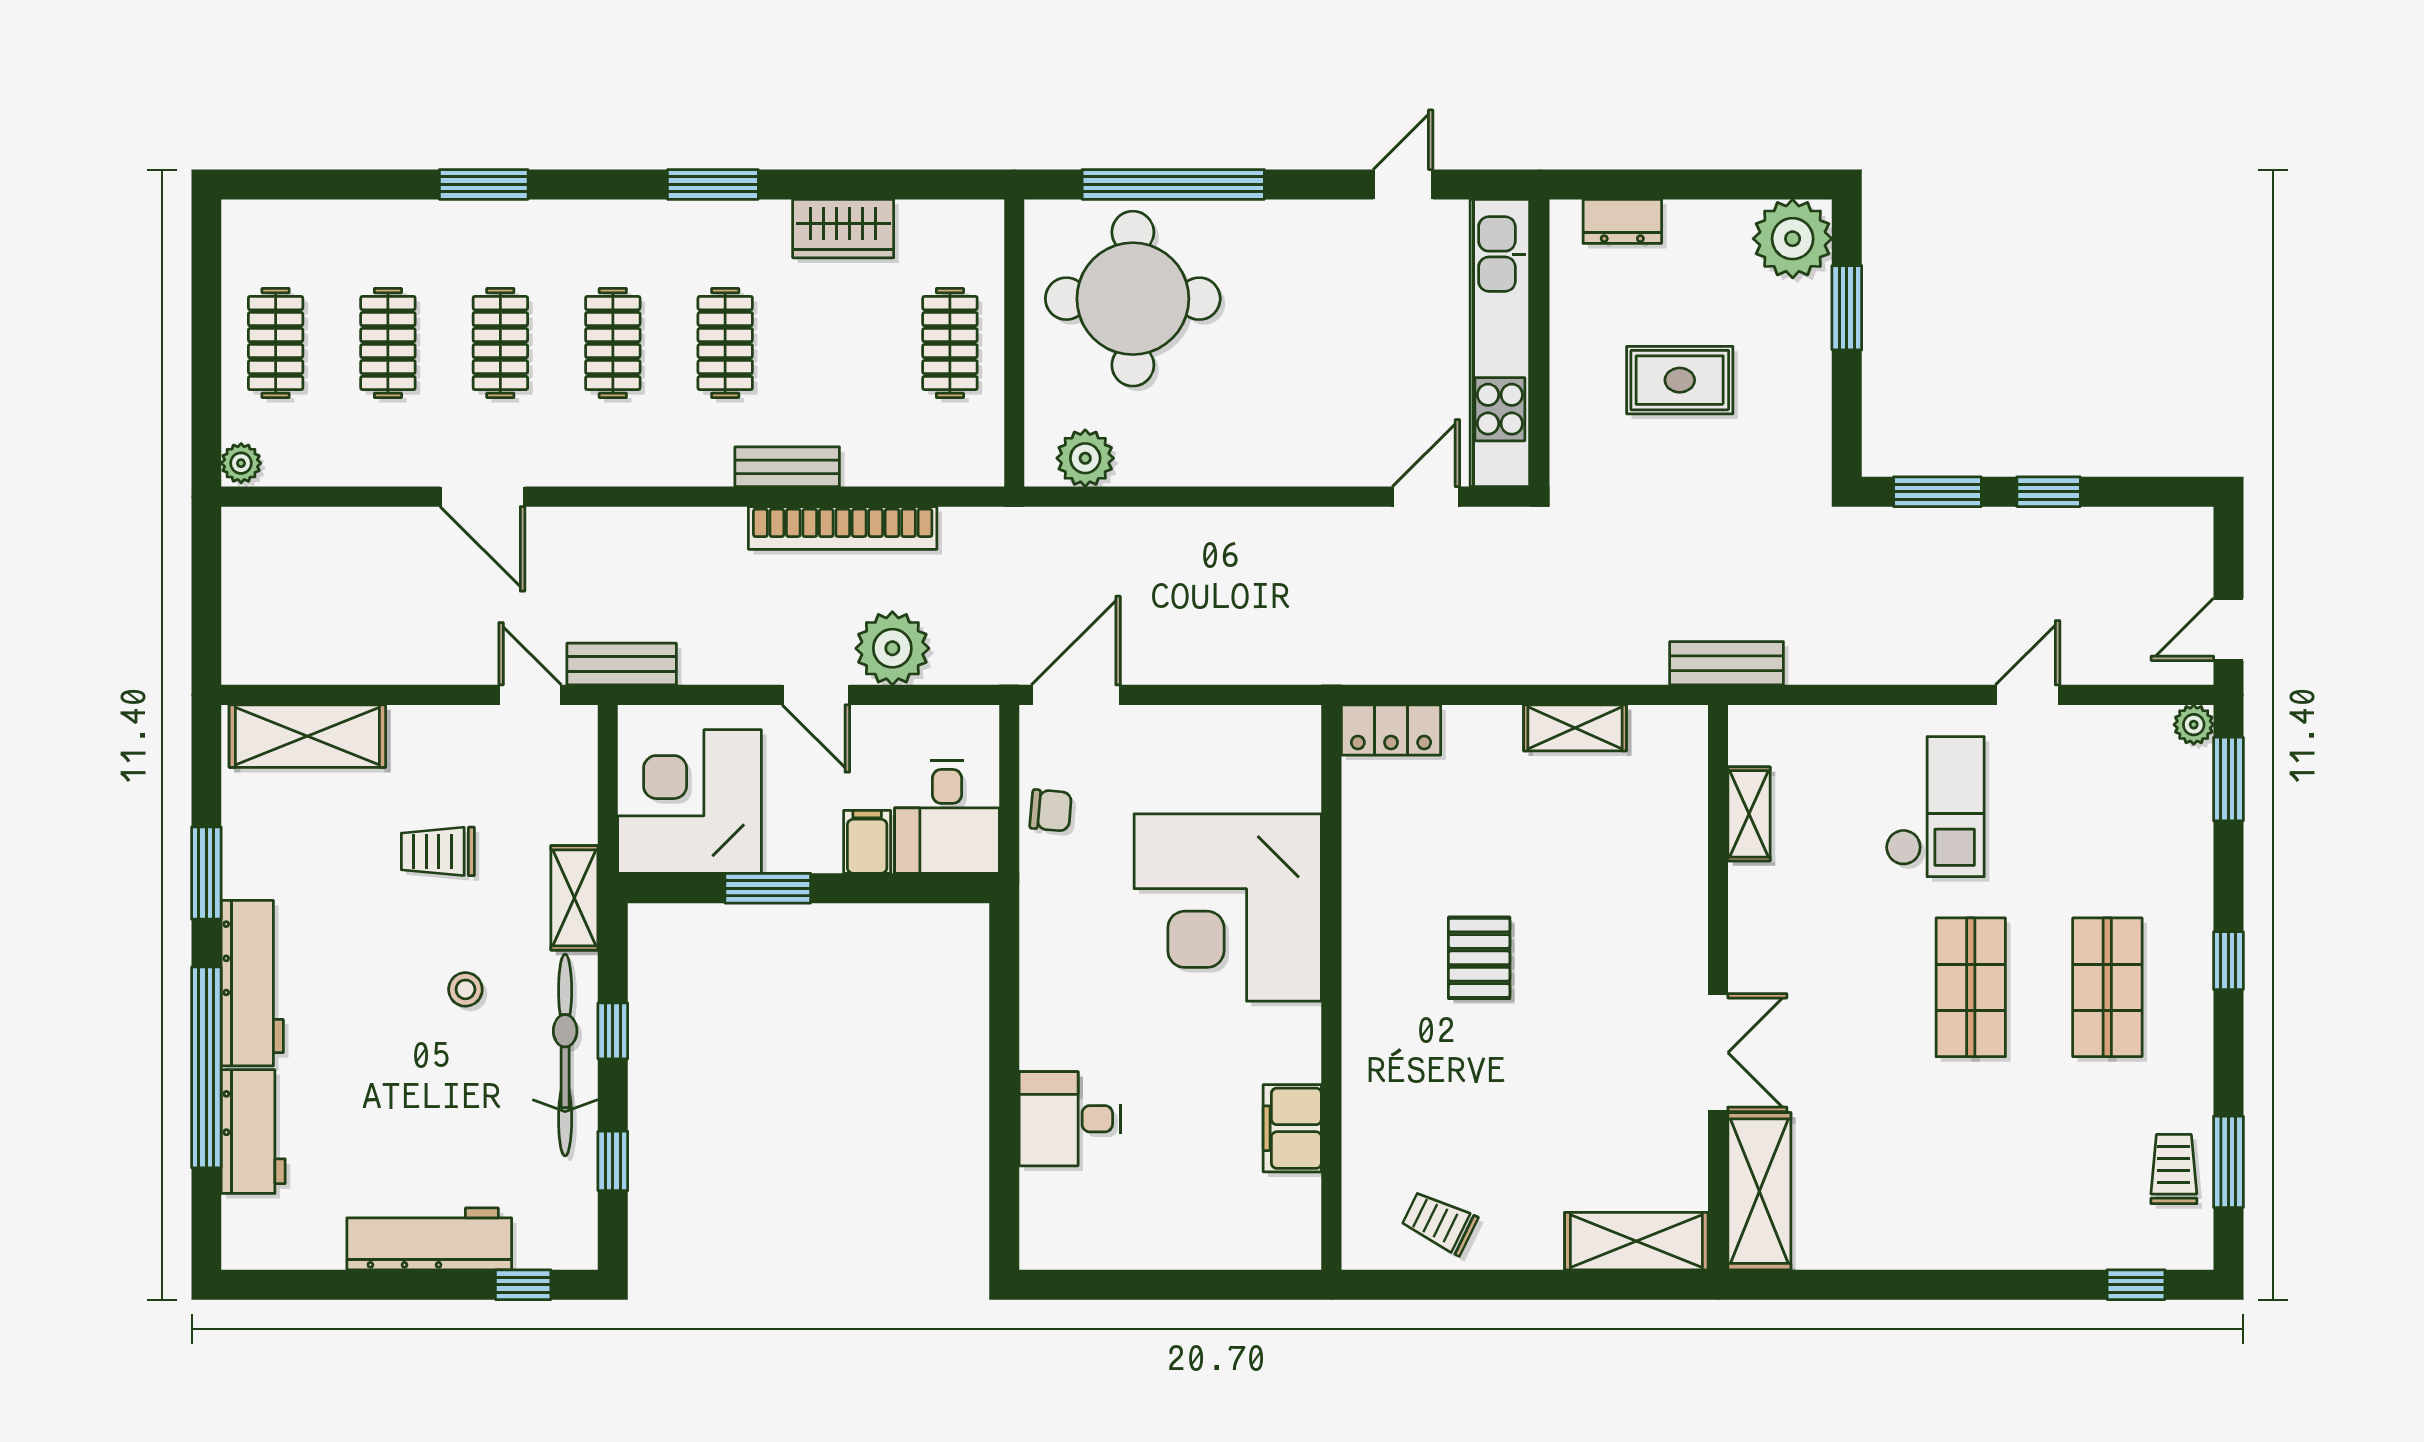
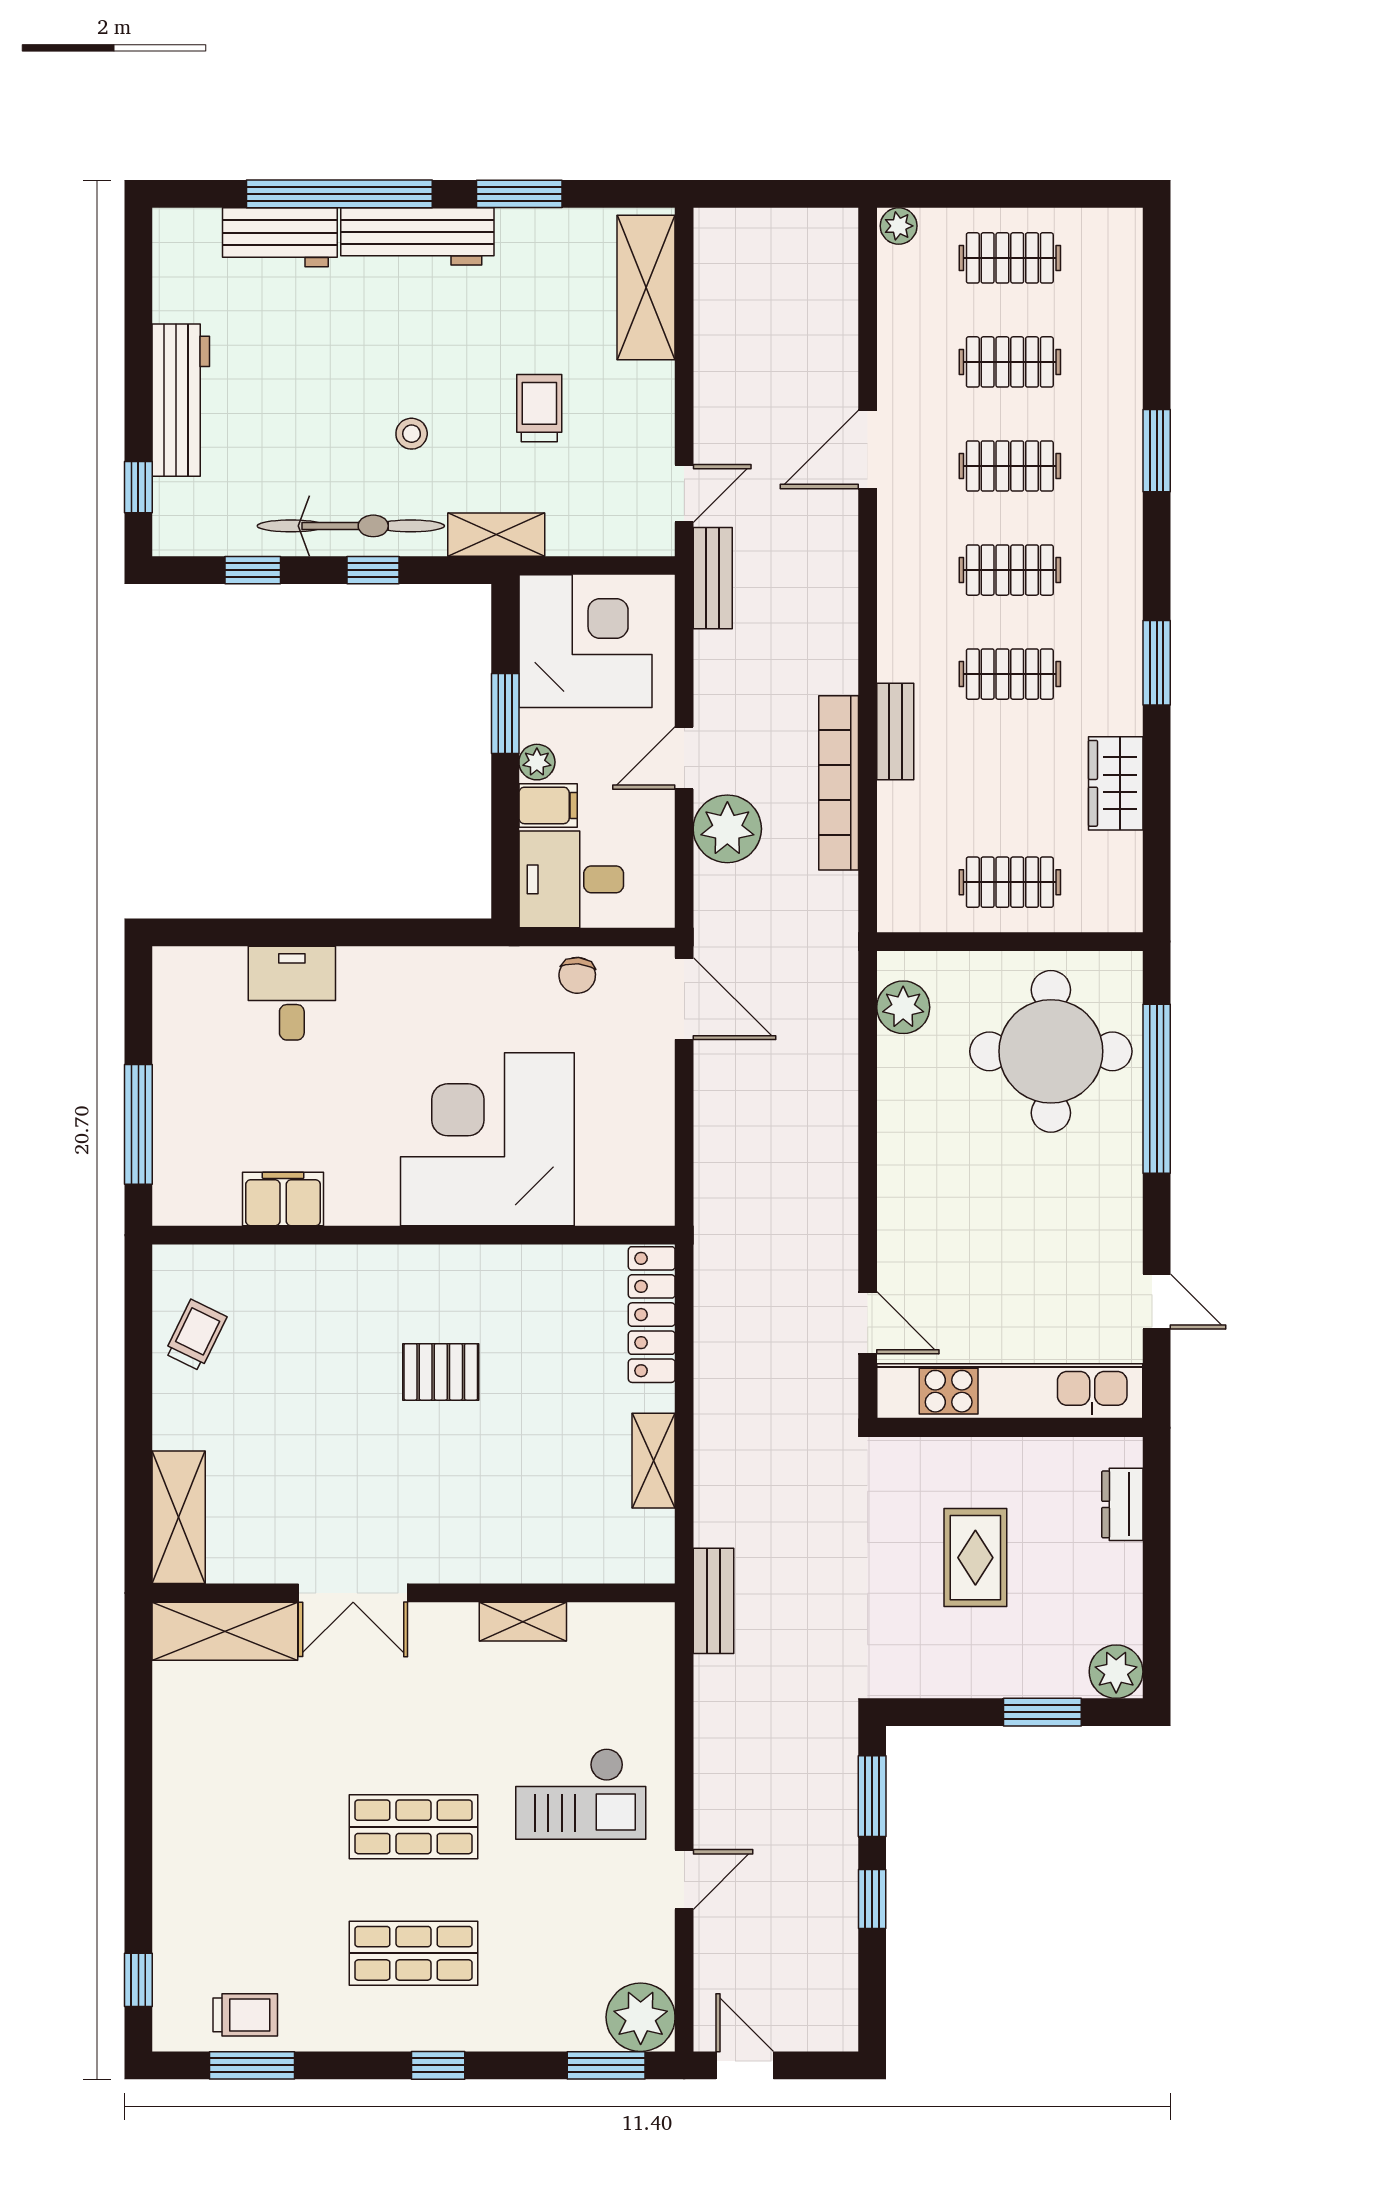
plant: (1793, 239) -> (1116, 1672), width x0.73, depth x0.73
door: (2028, 695) -> (684, 1880), hinge flipped
plant: (2194, 725) -> (641, 2017), width x1.87, depth x1.87
locker: (1391, 730) -> (652, 1315), width x1.53
shelving: (1749, 814) -> (523, 1622), moved
plant: (820, 854) -> (537, 762), added
window: (1212, 1285) -> (138, 1124), added

